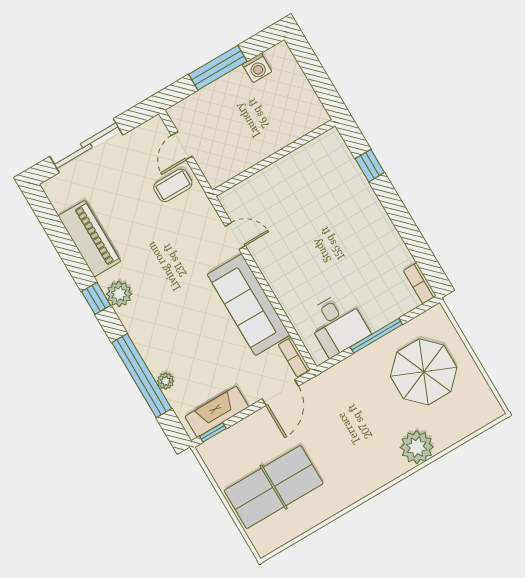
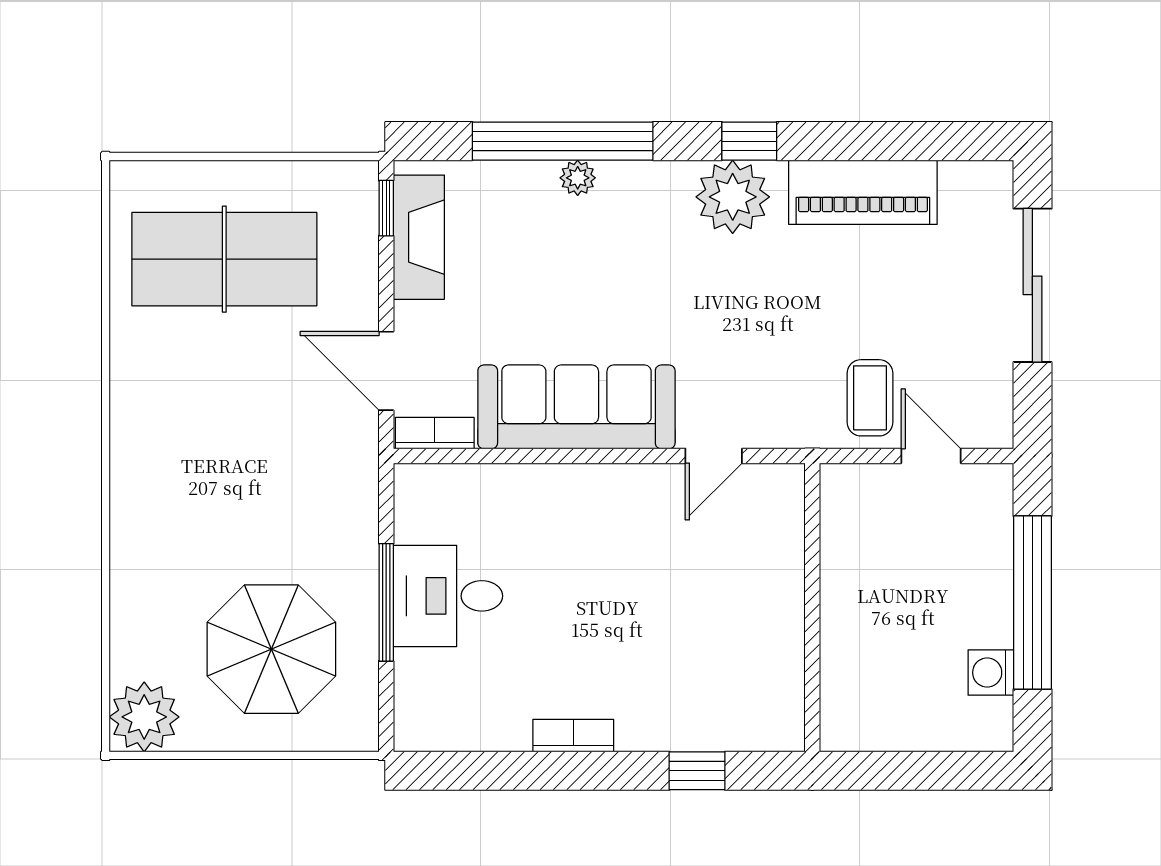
window: (218, 68) -> (1032, 603), width x1.46
bookcase: (420, 283) -> (573, 736), moved
plant: (119, 294) -> (733, 197), width x1.36, depth x1.36
desk: (337, 324) -> (448, 596), moved
plant: (166, 381) -> (578, 178), moved
plant: (417, 447) -> (144, 717), moved
table tennis table: (274, 487) -> (224, 259), turned 90

